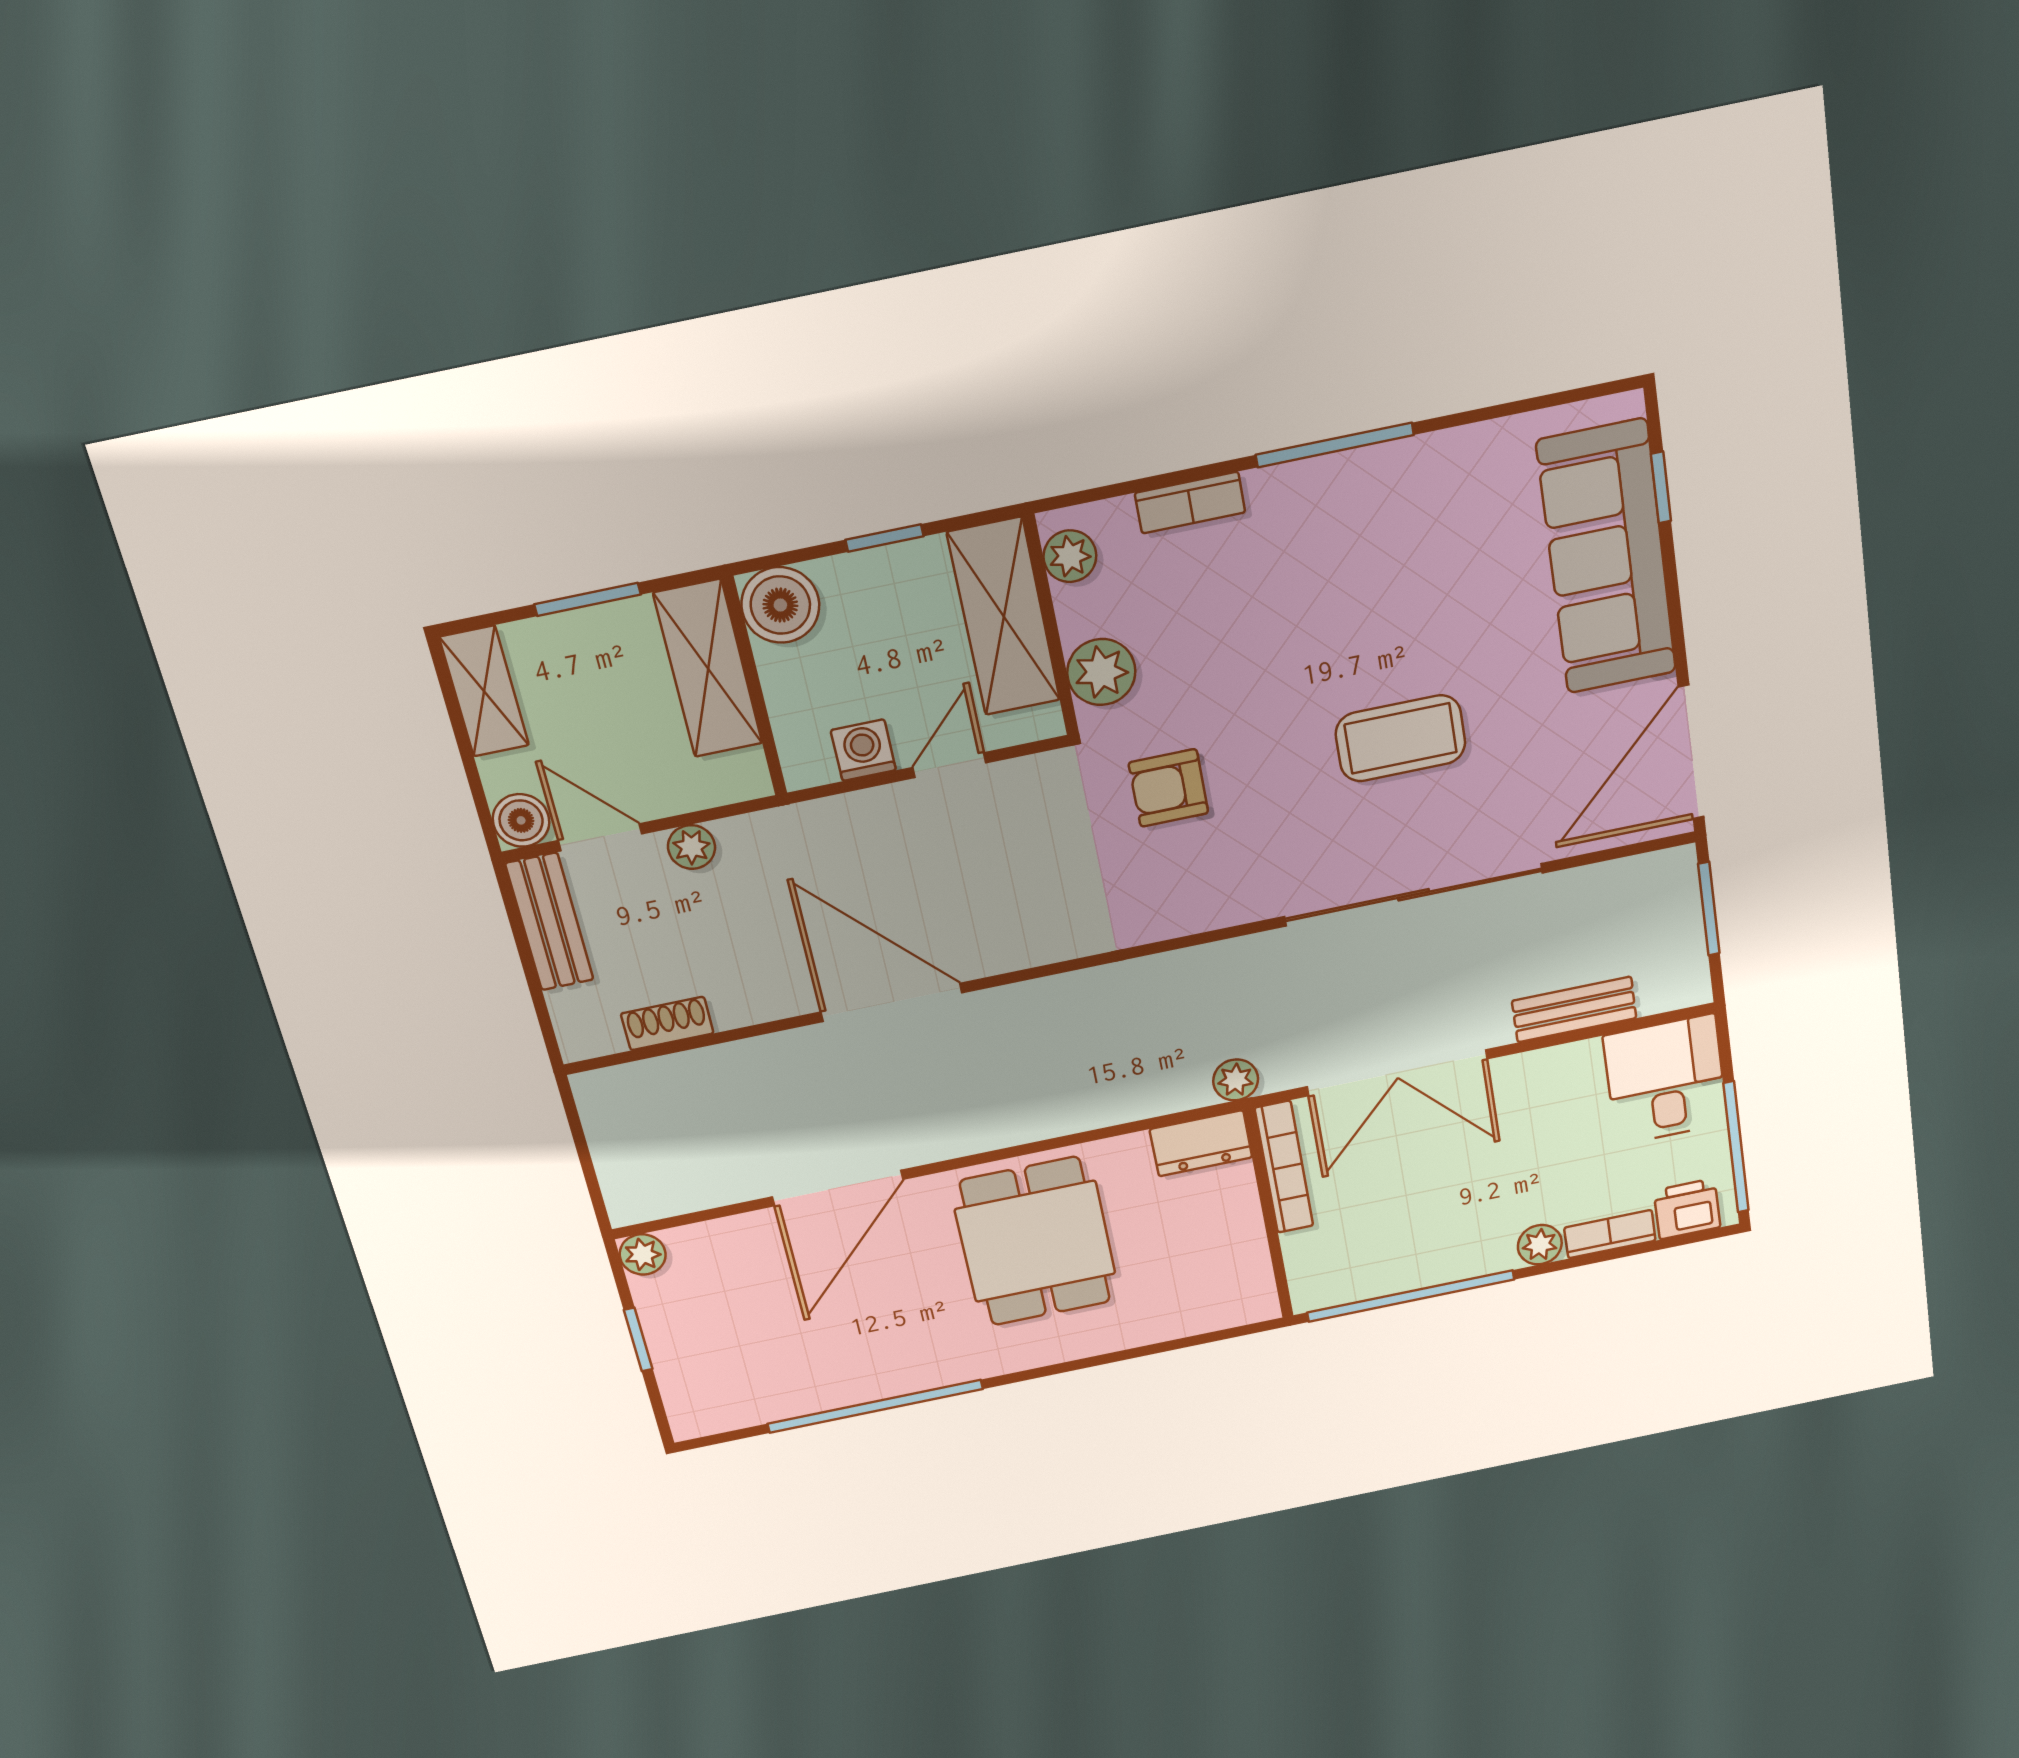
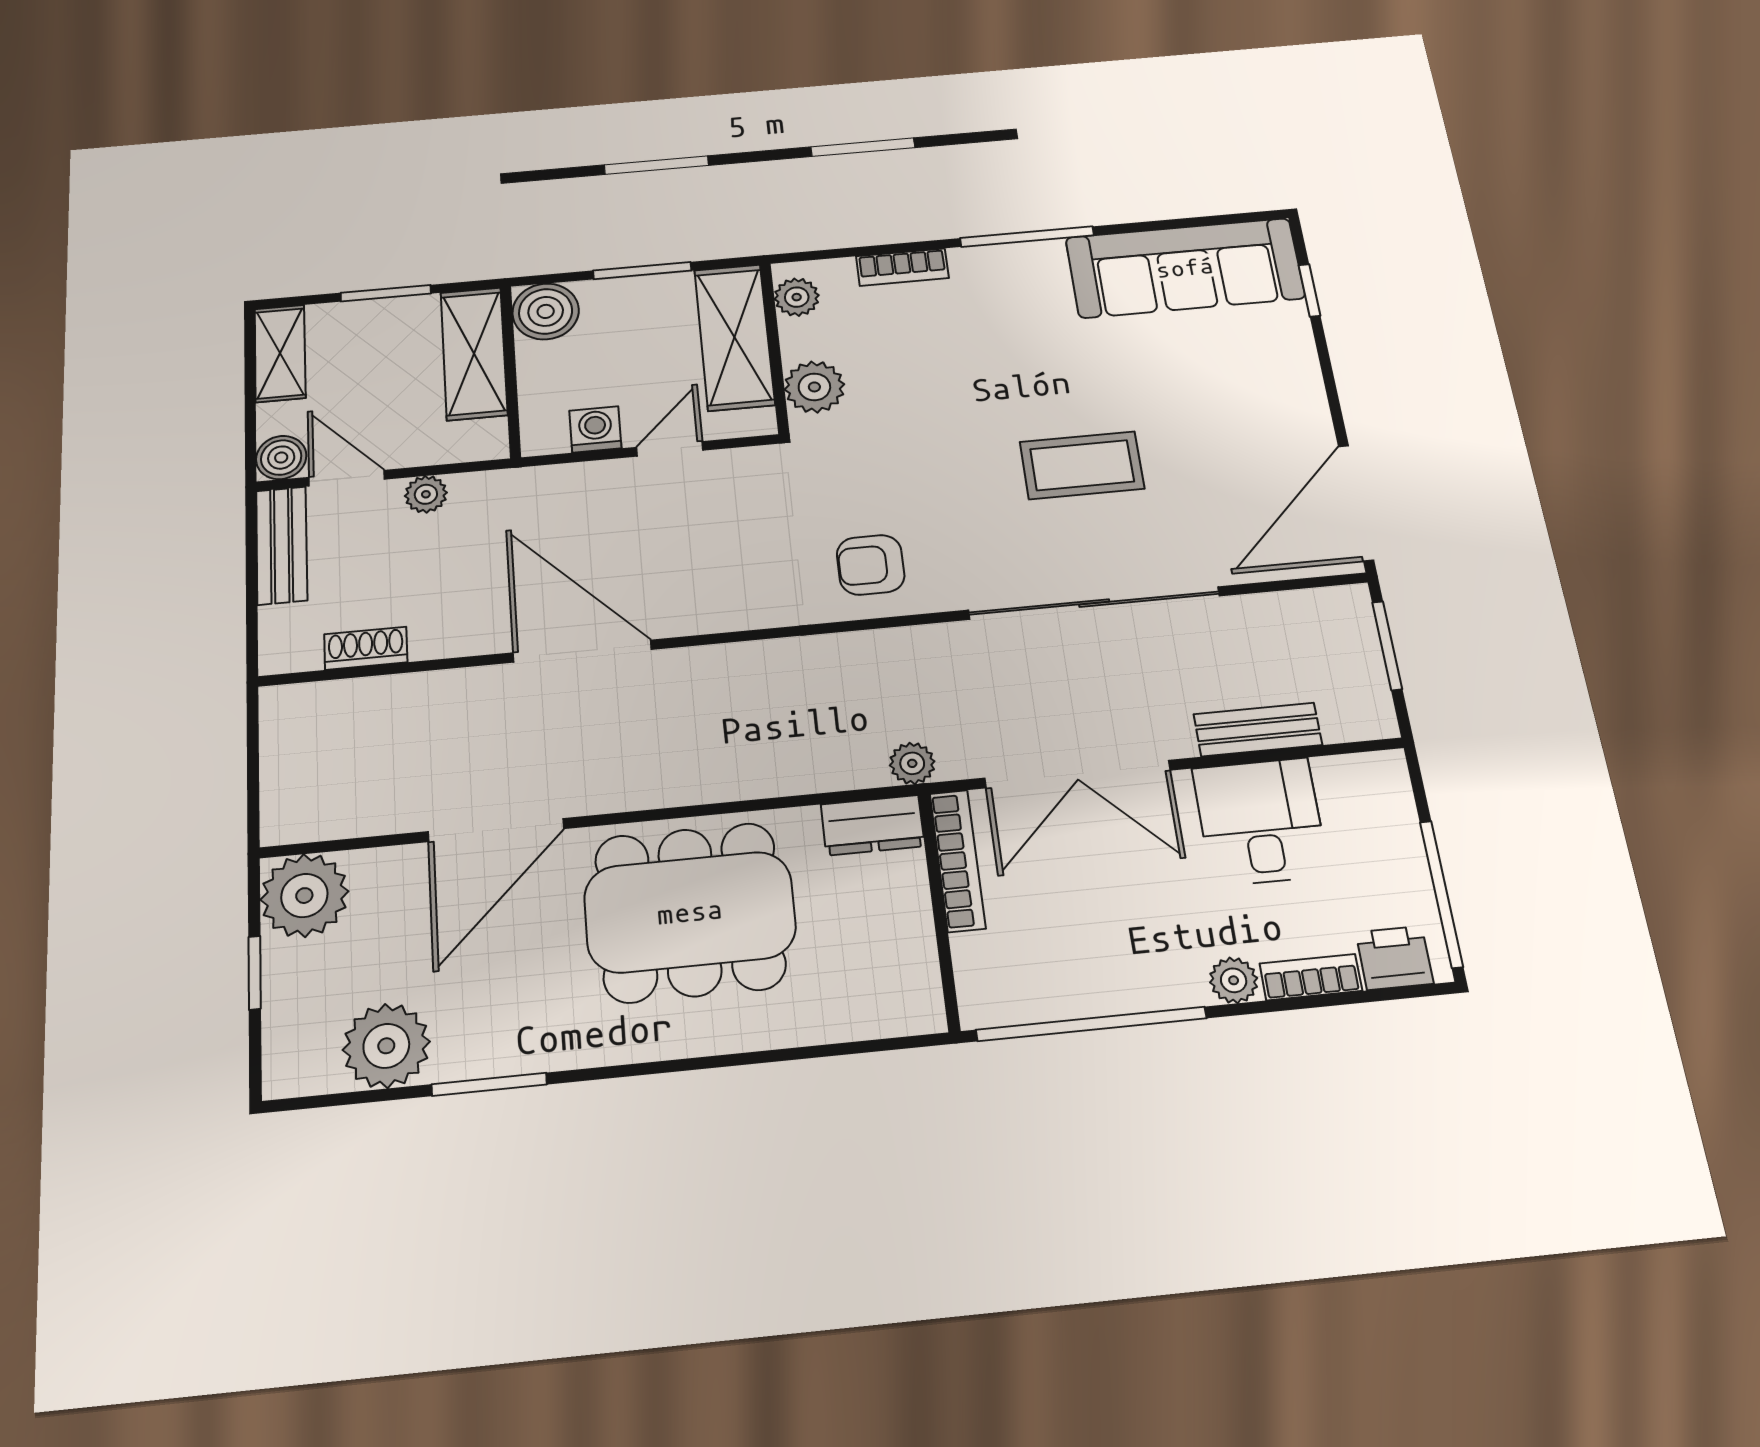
window: (885, 538) -> (642, 271), width x1.50
sofa: (1607, 558) -> (1185, 268), moved, turned -90
armchair: (1168, 788) -> (871, 565), moved
desk: (1665, 1080) -> (1260, 822), moved
dining table: (1035, 1242) -> (690, 912), width x1.38
plant: (643, 1254) -> (304, 896), width x1.88, depth x1.88
plant: (775, 1386) -> (386, 1046), added
window: (875, 1406) -> (489, 1084), width x0.47

